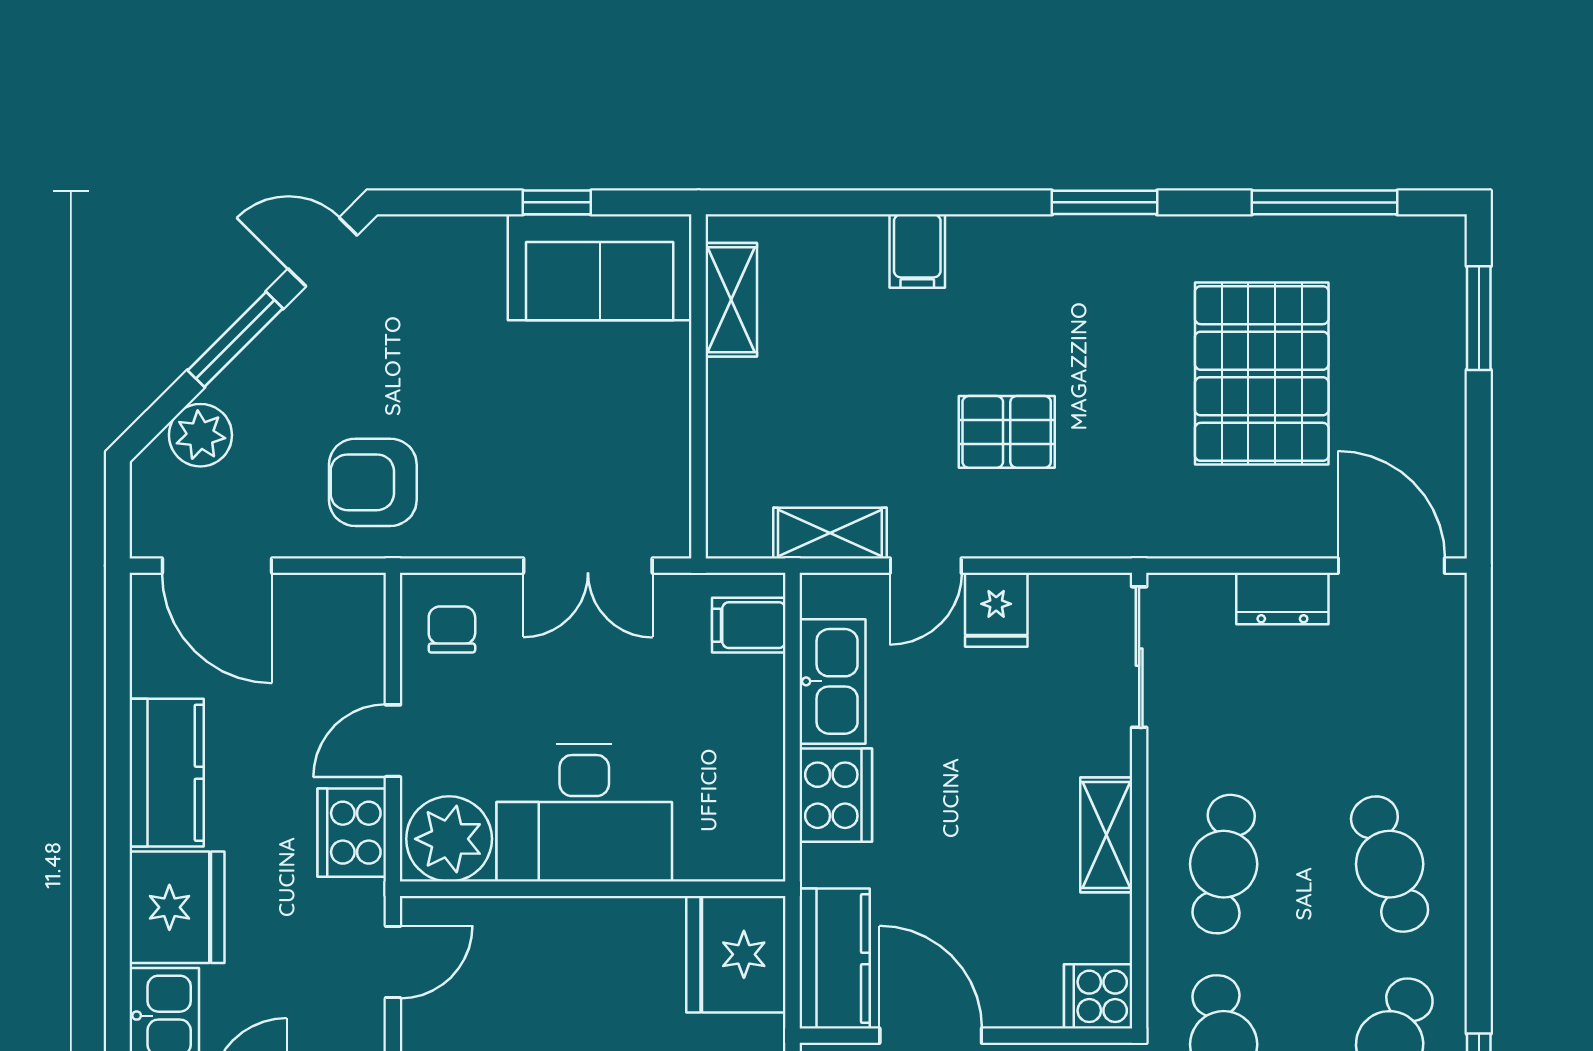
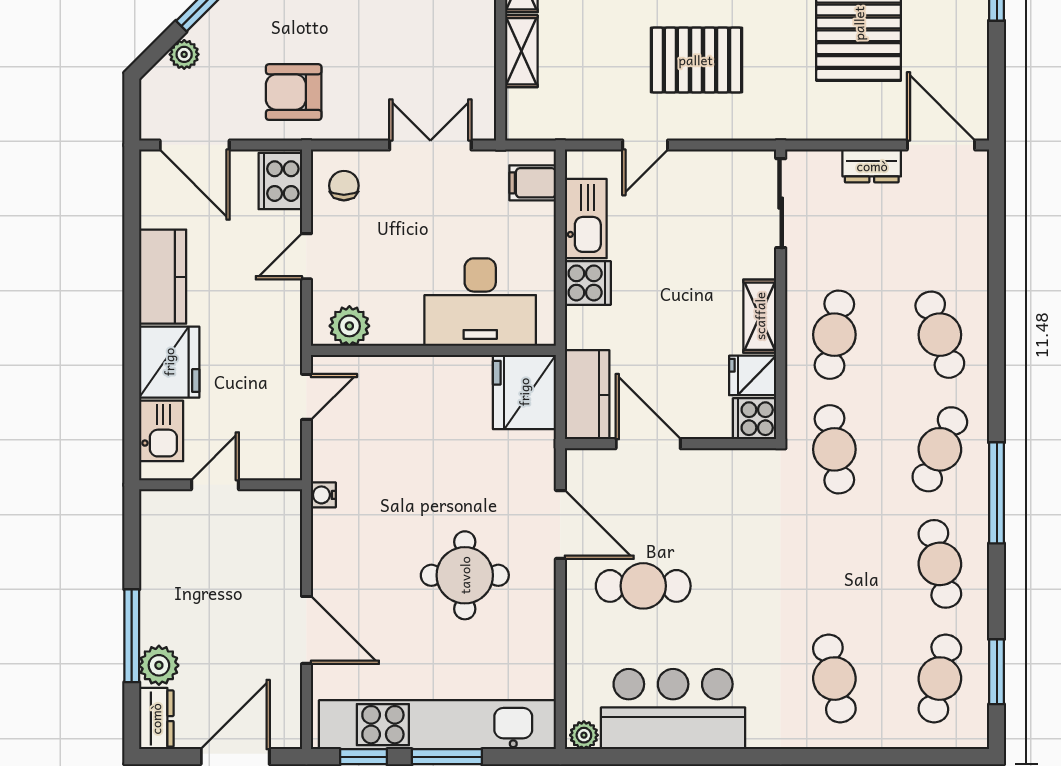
pallet: (1007, 432) -> (696, 60), width x1.50, depth x1.42
plant: (200, 435) -> (184, 54), width x0.73, depth x0.73
shelving: (830, 533) -> (521, 51), moved, turned 90
double door: (588, 566) -> (430, 145), swing flipped
fridge: (996, 610) -> (753, 375), moved, turned 90
cooker: (836, 795) -> (588, 283), width x0.73
desk: (584, 813) -> (480, 302), moved
cooker: (352, 833) -> (280, 181), moved
plant: (449, 839) -> (349, 326), width x0.73, depth x0.73

